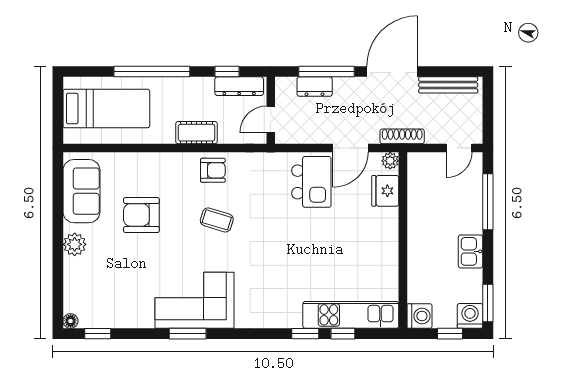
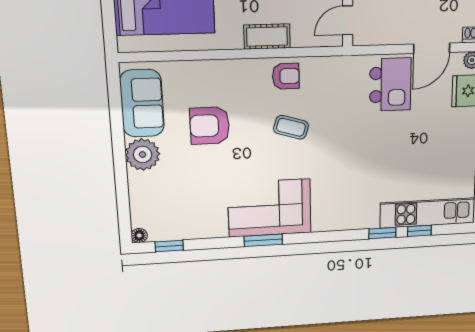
plant: (75, 244) -> (143, 154), width x1.36, depth x1.36

